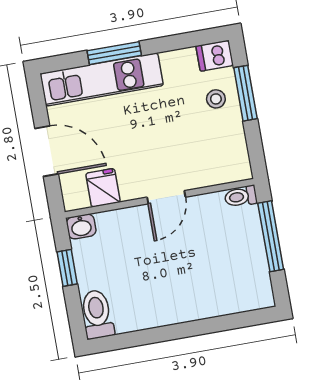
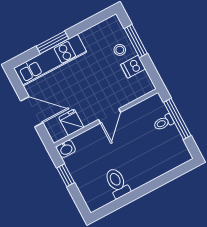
dishwasher: (215, 56) -> (133, 67), moved
toilet: (241, 197) -> (164, 122), moved
toilet: (97, 314) -> (117, 183), moved

